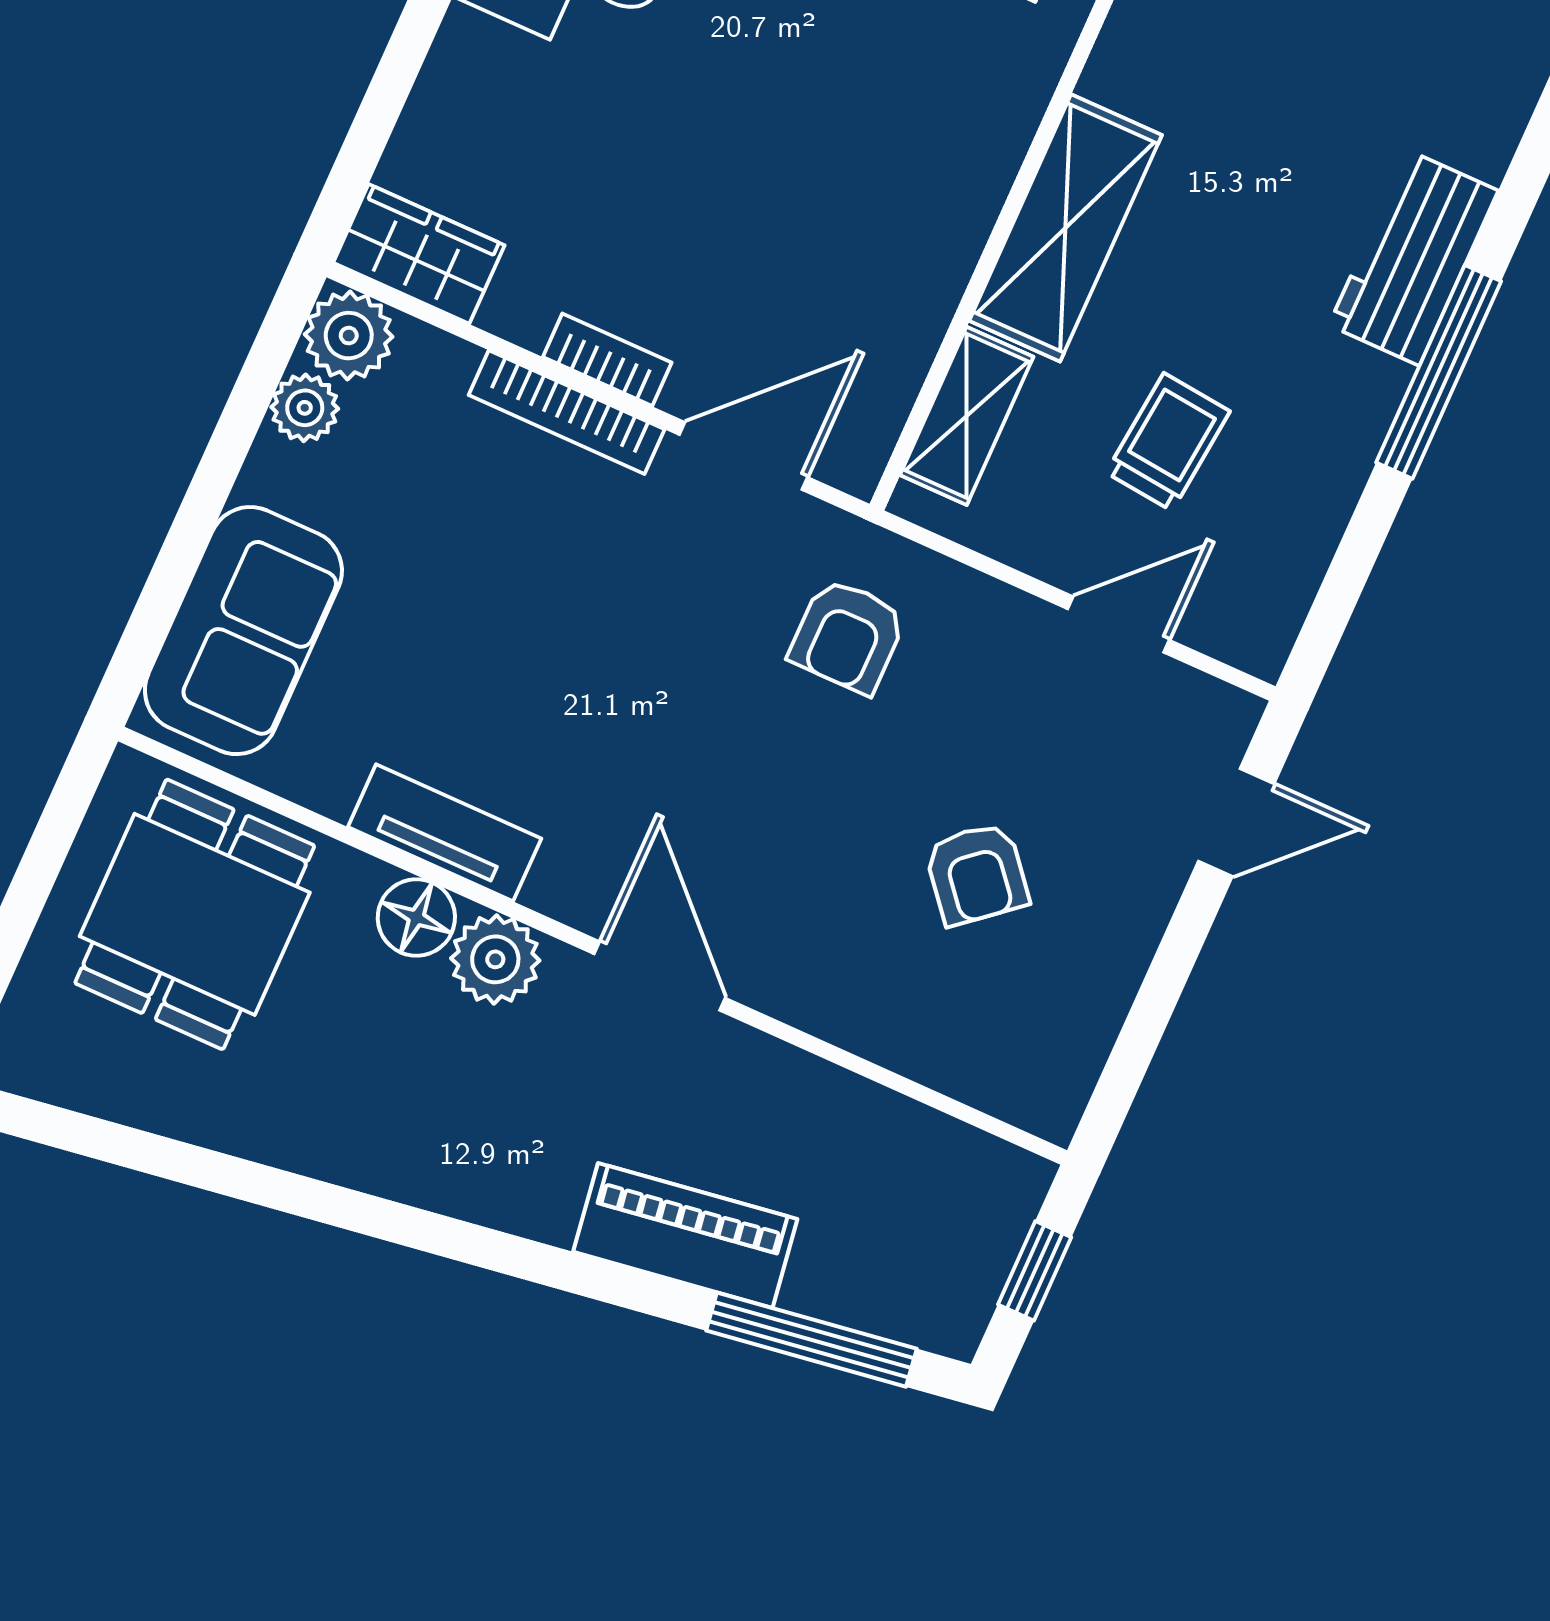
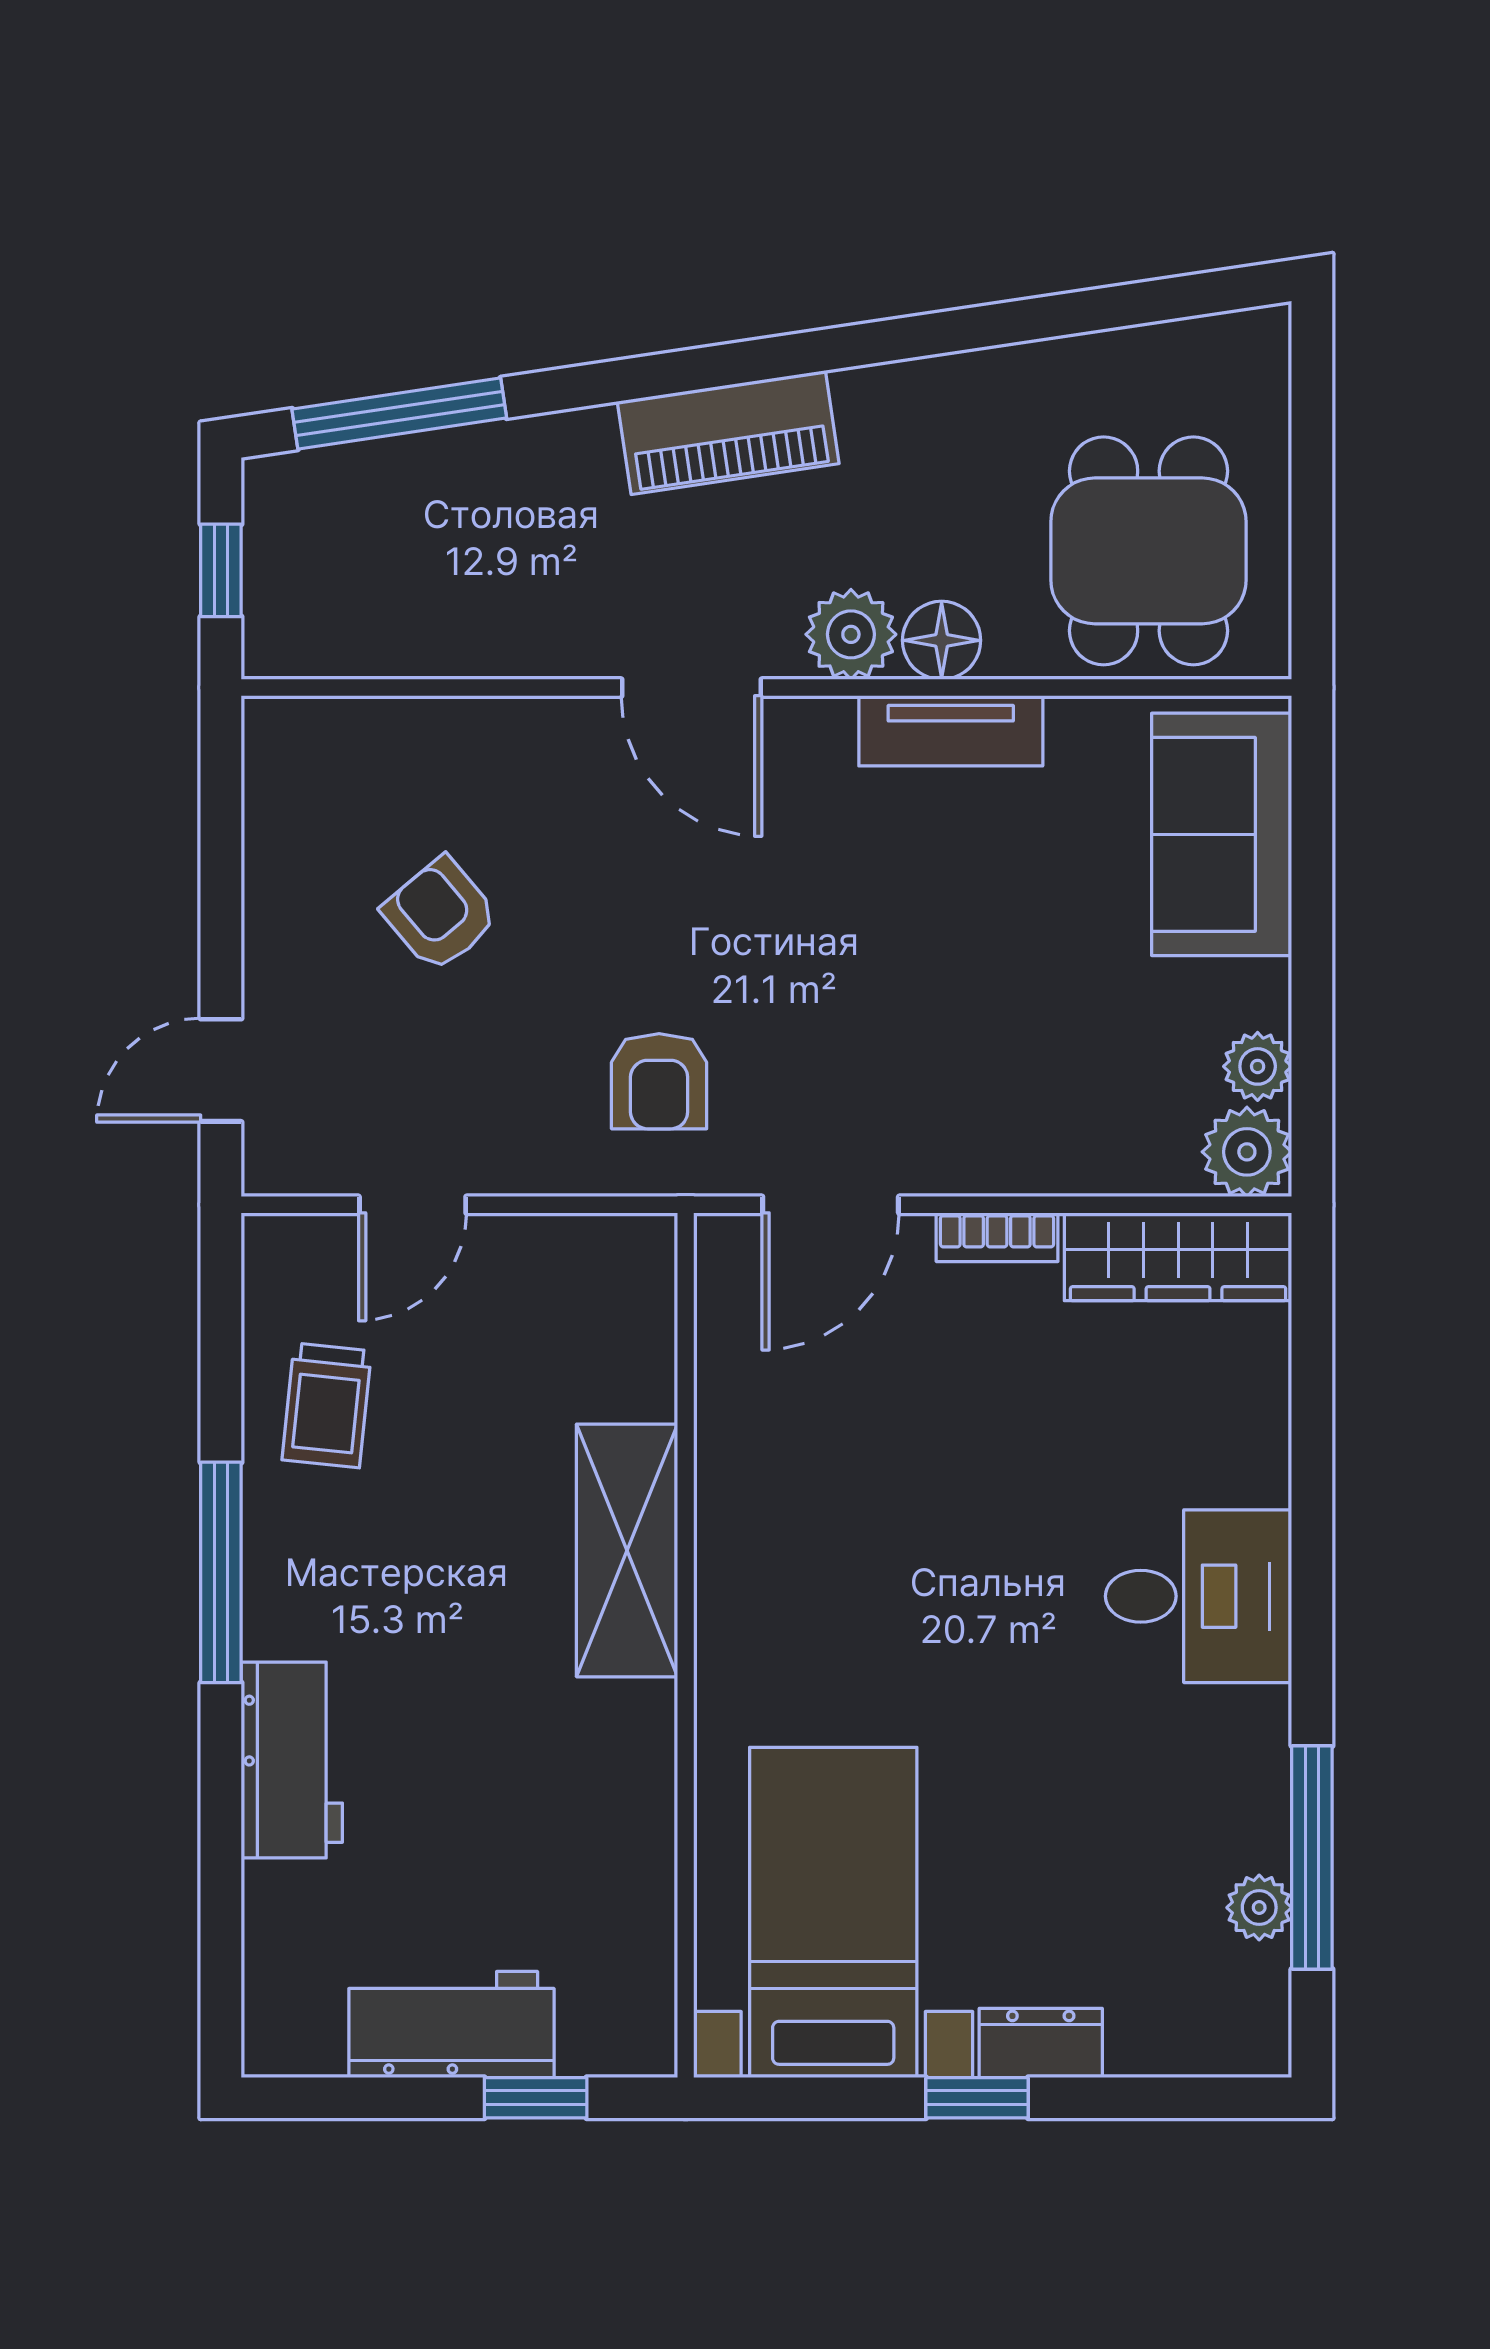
wardrobe: (419, 254) -> (1178, 1257), width x1.50
workbench: (1414, 258) -> (292, 1760), moved
bookcase: (567, 412) -> (1013, 1172), removed
shelving: (967, 416) -> (640, 1335), removed
trolley: (1168, 442) -> (327, 1405), moved
armchair: (848, 636) -> (659, 1081), turned 180
piano: (685, 1235) -> (728, 433), moved

